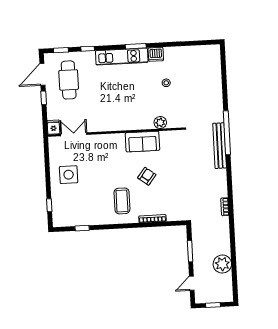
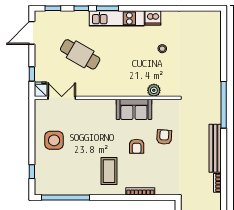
window: (136, 46) -> (108, 8), moved
cafe table: (69, 80) -> (80, 54), moved, turned -60
window: (44, 98) -> (32, 74), moved
bench: (220, 146) -> (215, 148), moved
armchair: (172, 166) -> (164, 137), added
armchair: (147, 176) -> (137, 146), turned 143
window: (82, 228) -> (65, 198), width x3.17

